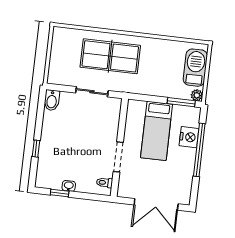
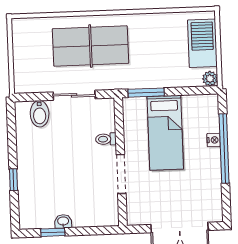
bidet: (52, 100) -> (40, 114), moved
window: (181, 102) -> (146, 93), moved
nightstand: (189, 137) -> (214, 140), width x0.53, depth x0.56
toilet: (104, 183) -> (106, 139), moved

